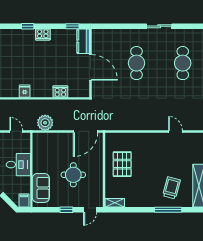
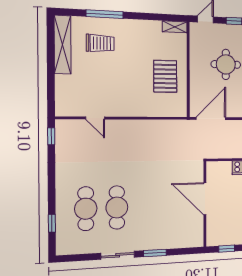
window: (131, 26) -> (155, 253), added
kitchen counter: (83, 41) -> (214, 231), removed
cafe table: (136, 63) -> (117, 207), moved
trolley: (171, 188) -> (100, 43), turned -105

